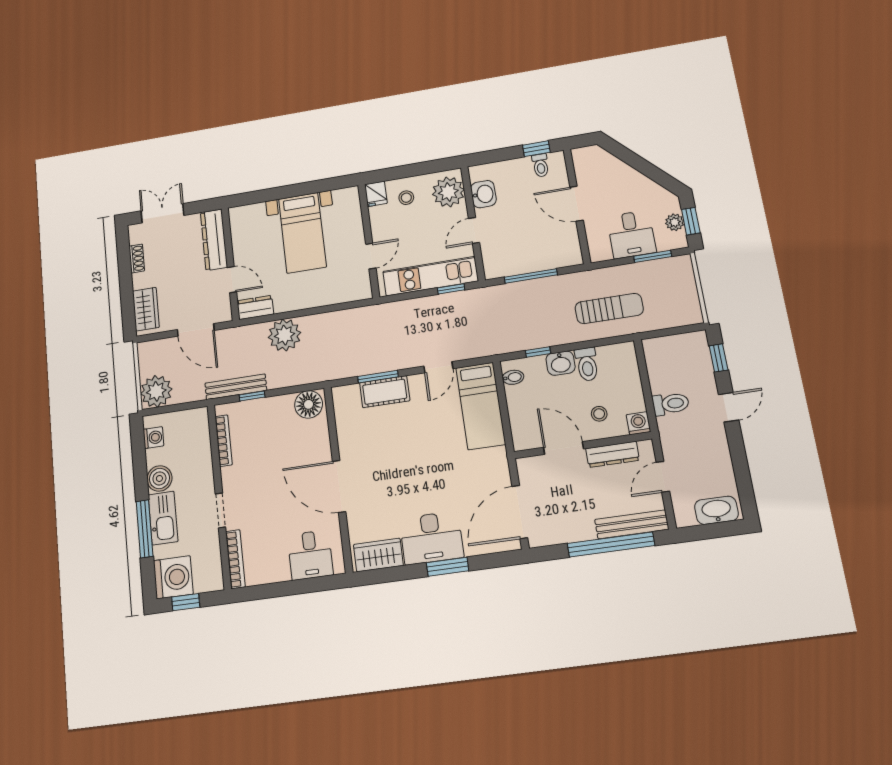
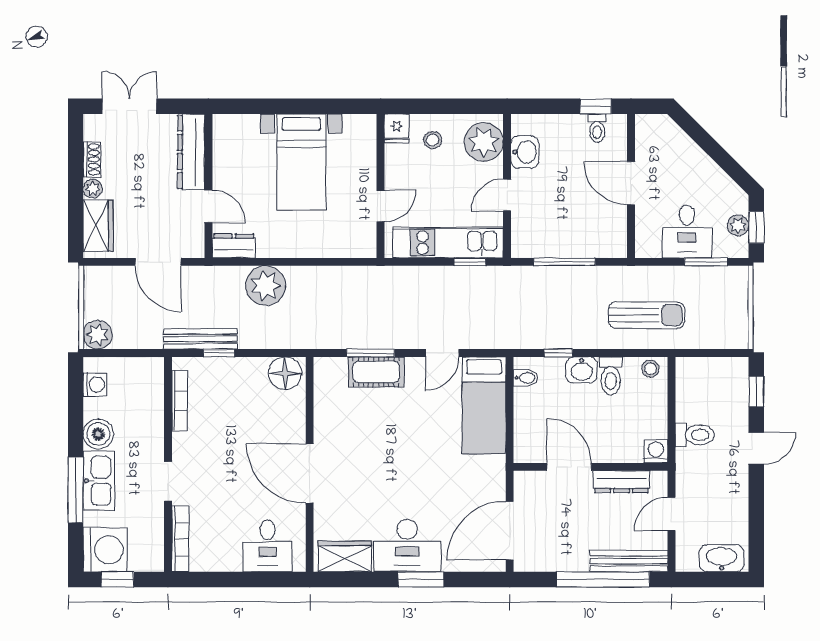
plant: (139, 281) -> (93, 189), added
plant: (156, 391) -> (98, 335), width x0.73, depth x0.73
stool: (599, 414) -> (650, 369), moved

